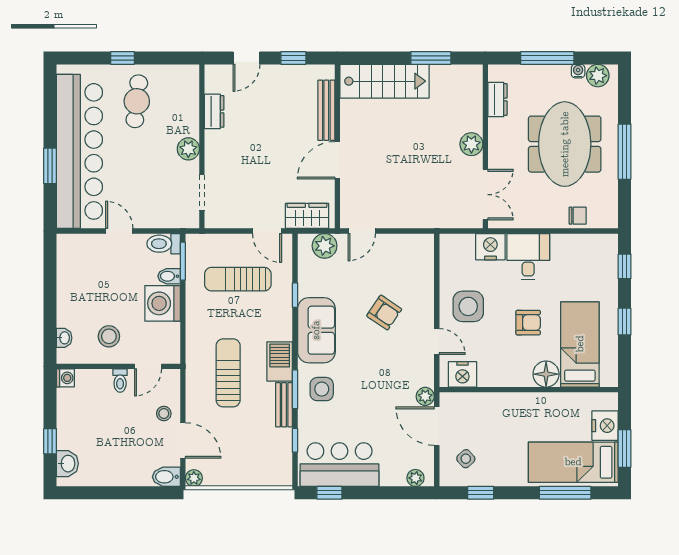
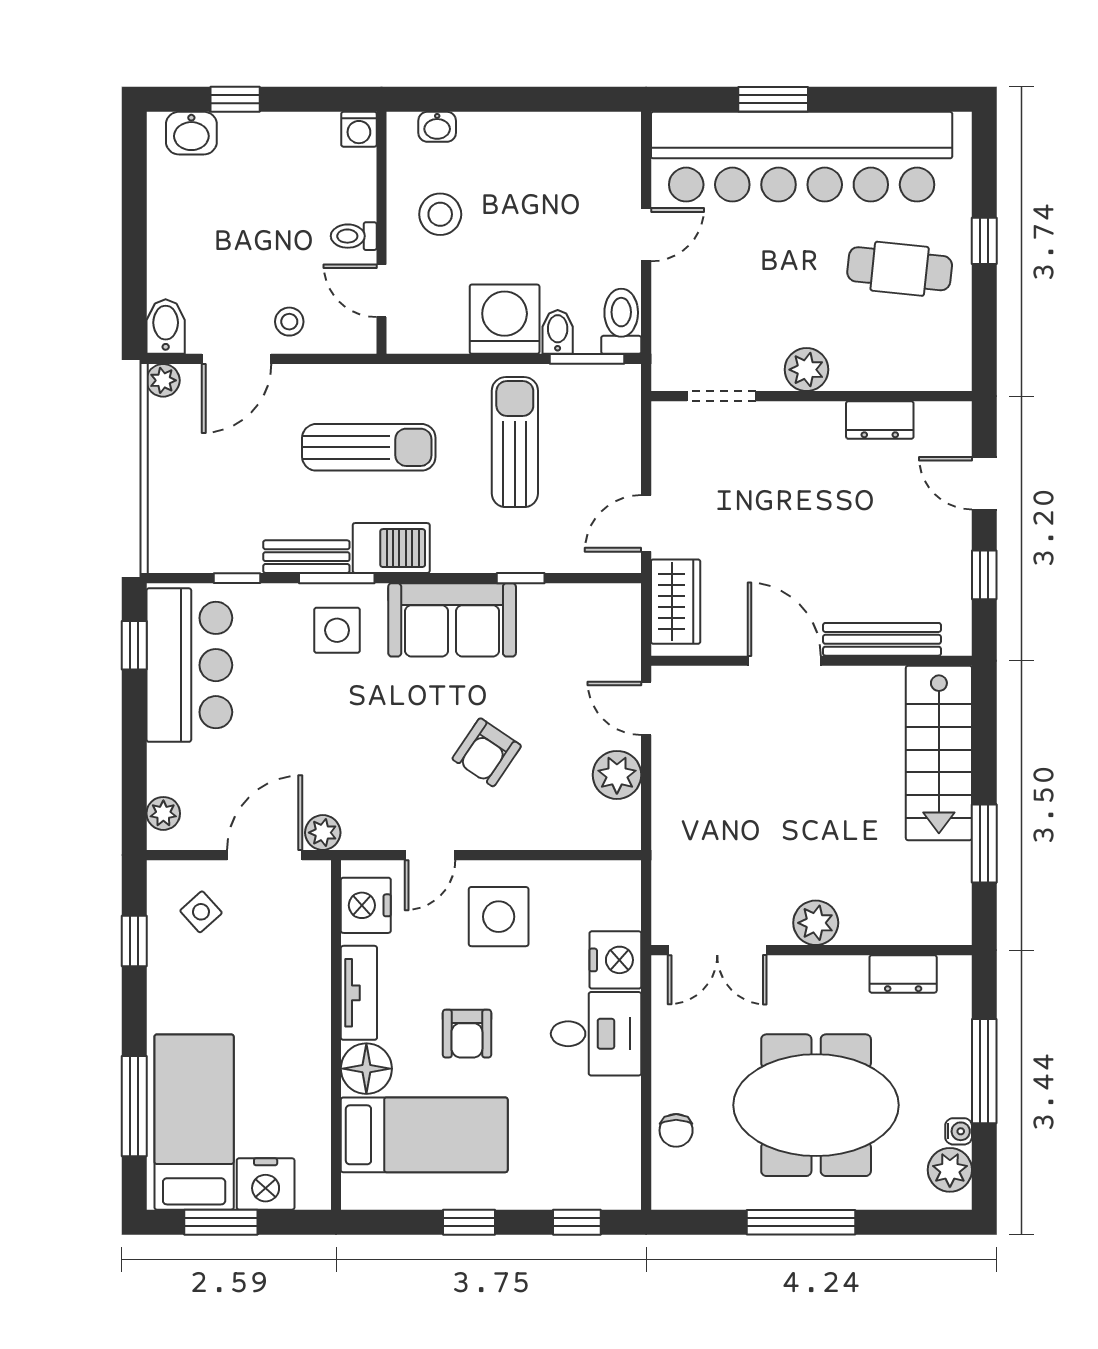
plant: (325, 246) -> (617, 775), moved
sun lounger: (238, 279) -> (515, 442), moved
tv unit: (507, 378) -> (359, 993), added

